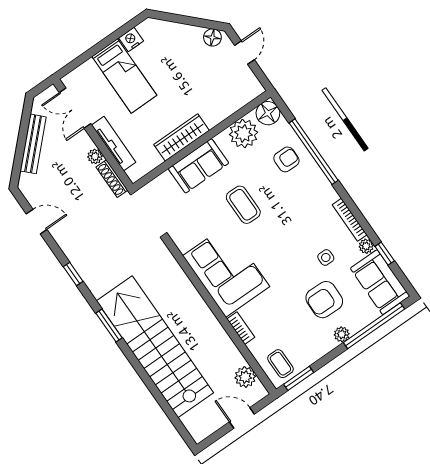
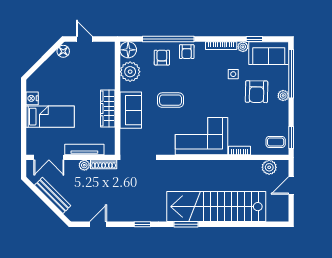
armchair: (314, 184) -> (187, 52), added

